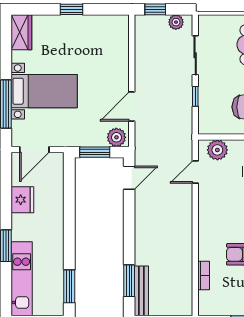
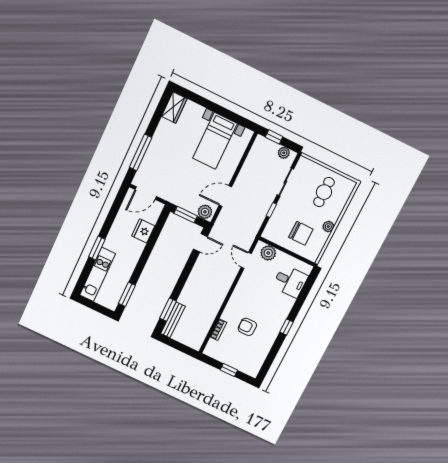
window: (71, 9) -> (216, 108), removed
bed with nightstands: (44, 91) -> (215, 141), moved, turned 90
door: (195, 172) -> (246, 260), hinge flipped
fridge: (22, 200) -> (143, 231), moved, turned 180

